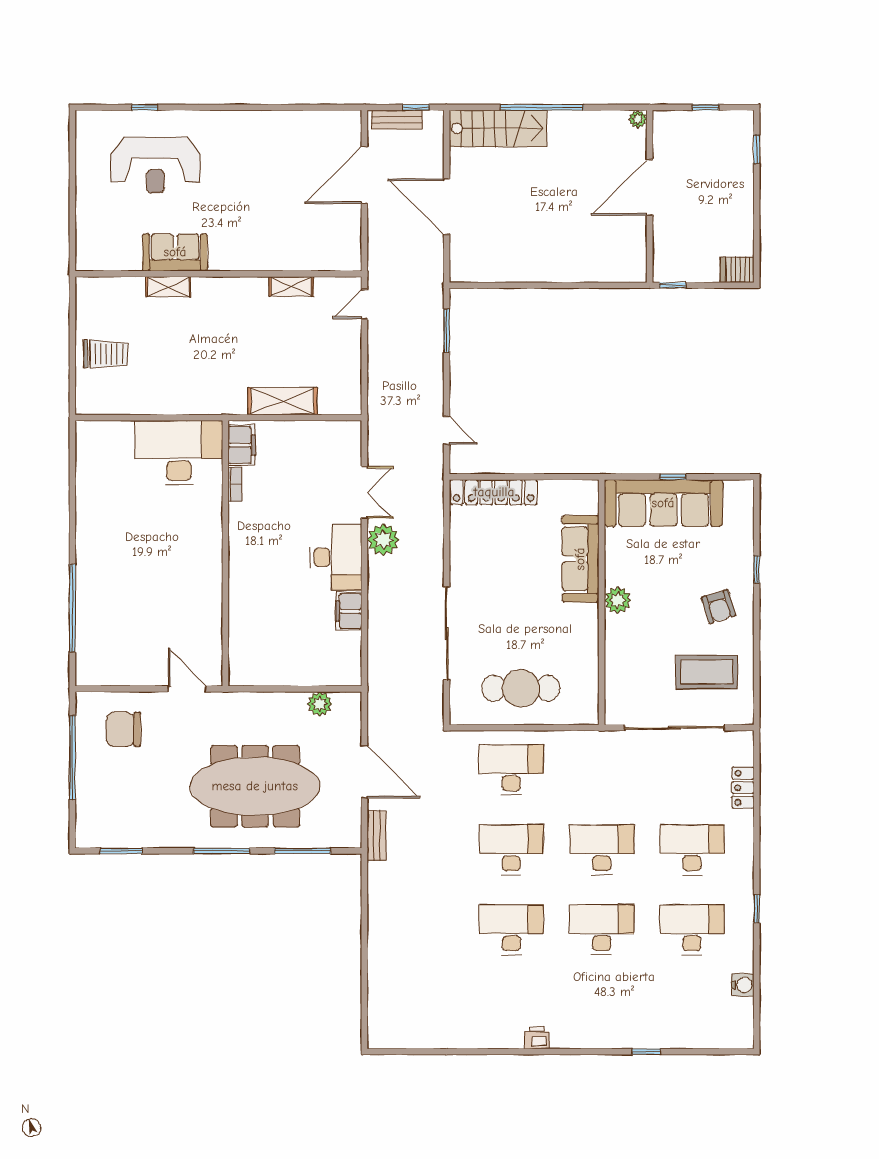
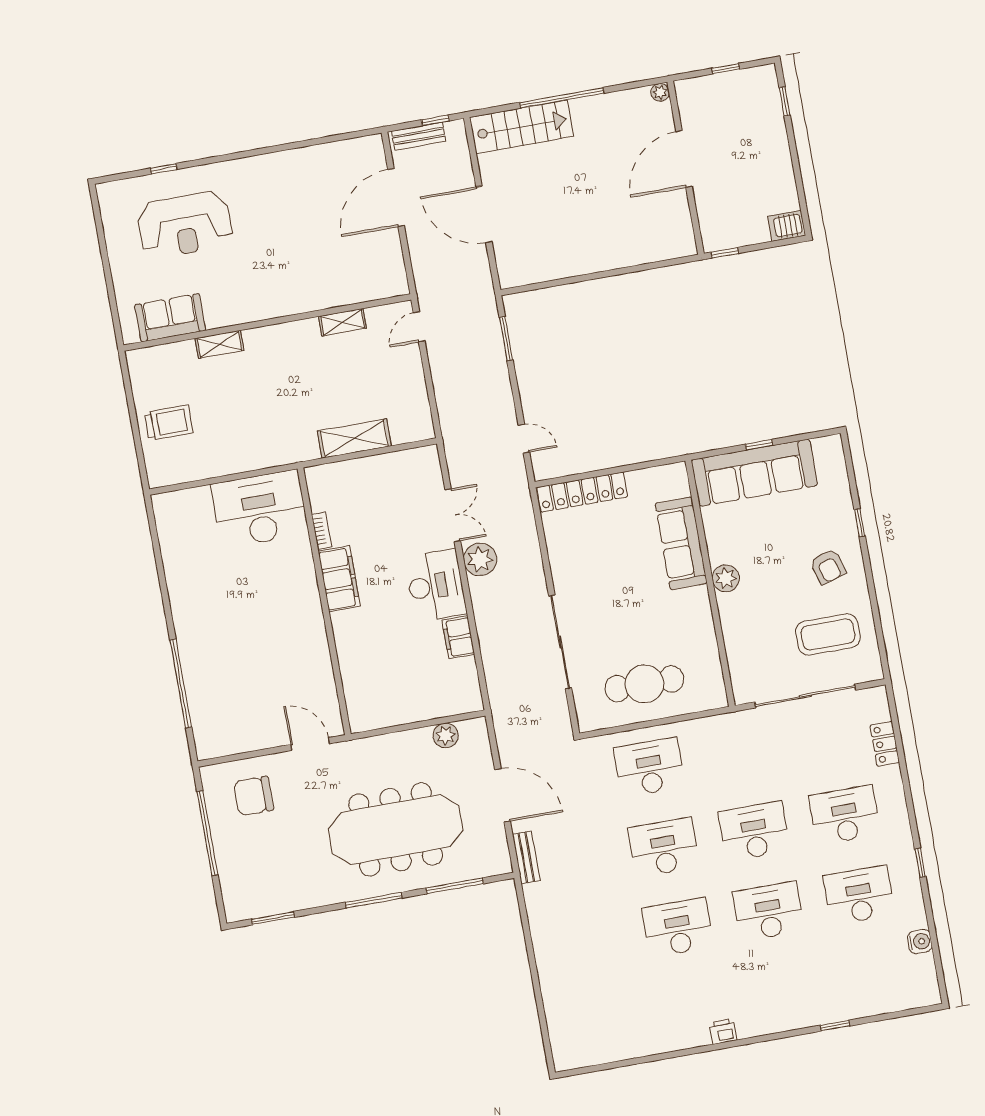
sofa: (175, 252) -> (170, 318), moved
filing cabinet: (241, 445) -> (339, 579), moved, width x1.50, depth x1.17

